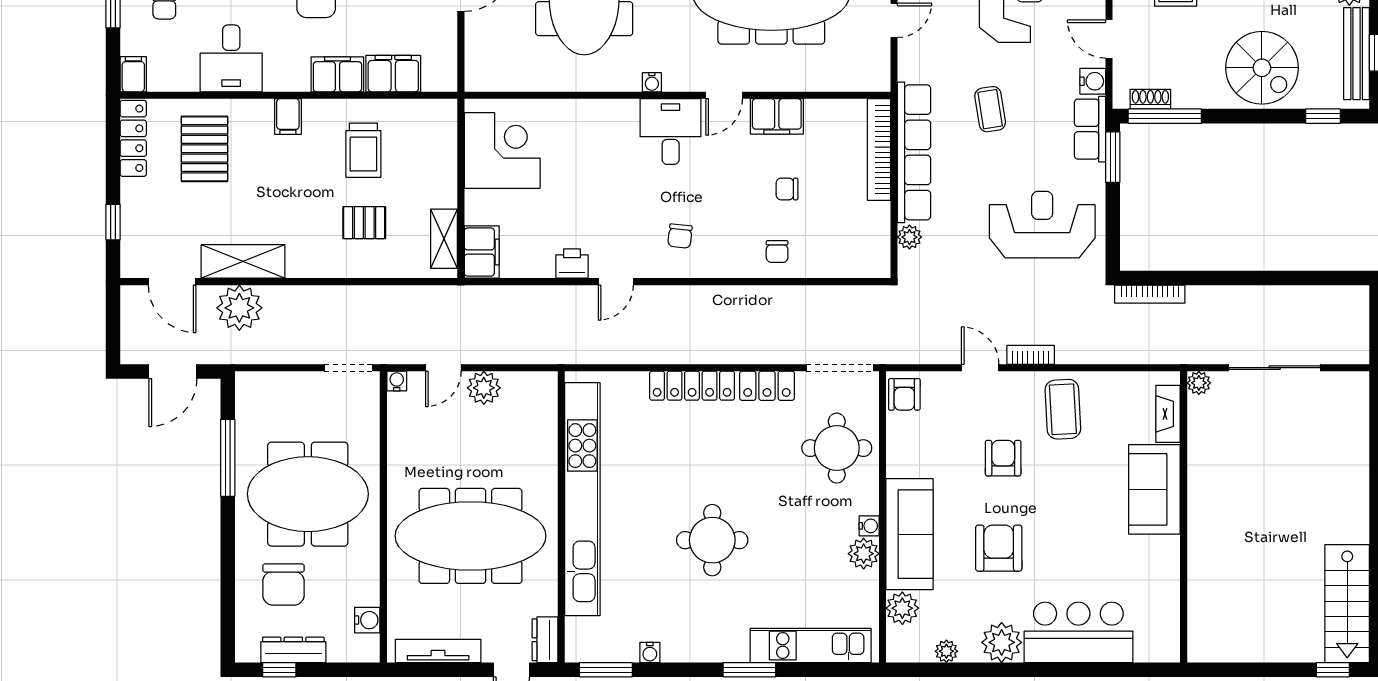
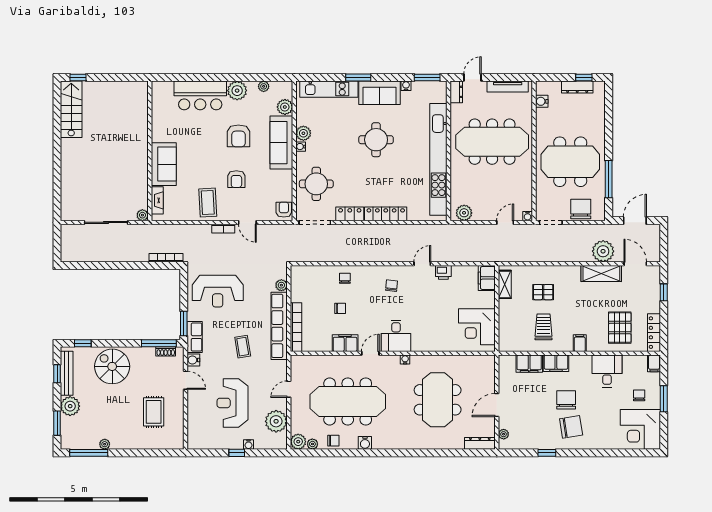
plant: (484, 388) -> (464, 213), moved
chair: (283, 585) -> (581, 209), moved
sofa: (705, 638) -> (380, 93), added

